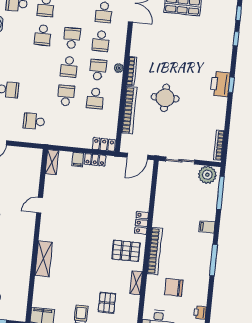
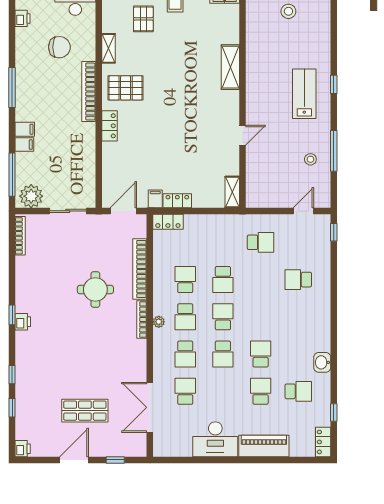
school desk: (101, 41) -> (185, 354), turned 180
printer: (220, 84) -> (23, 322), width x0.53, depth x0.68
filing cabinet: (78, 160) -> (155, 199), moved
filing cabinet: (209, 215) -> (24, 145), added

